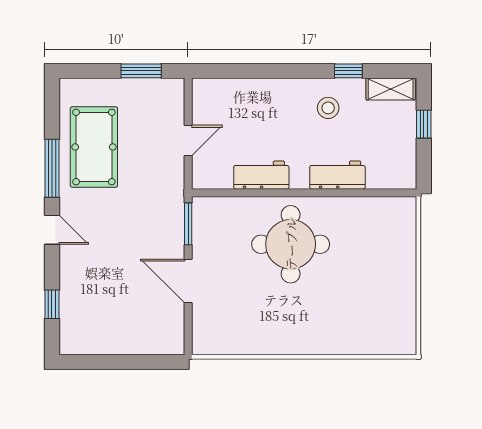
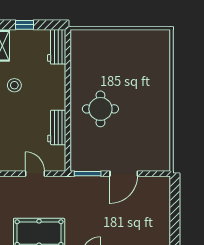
workbench: (337, 175) -> (57, 47), moved
round table: (291, 244) -> (100, 109), width x0.73, depth x0.73

